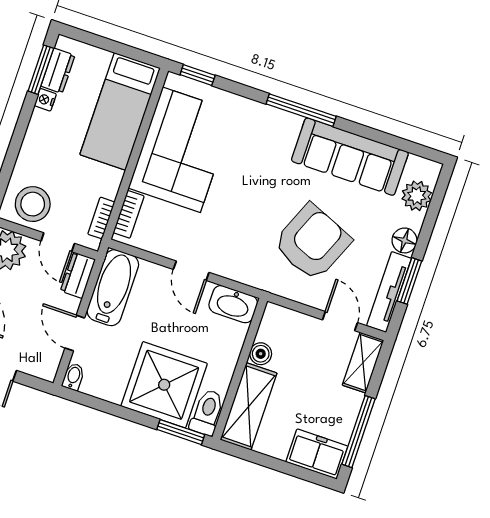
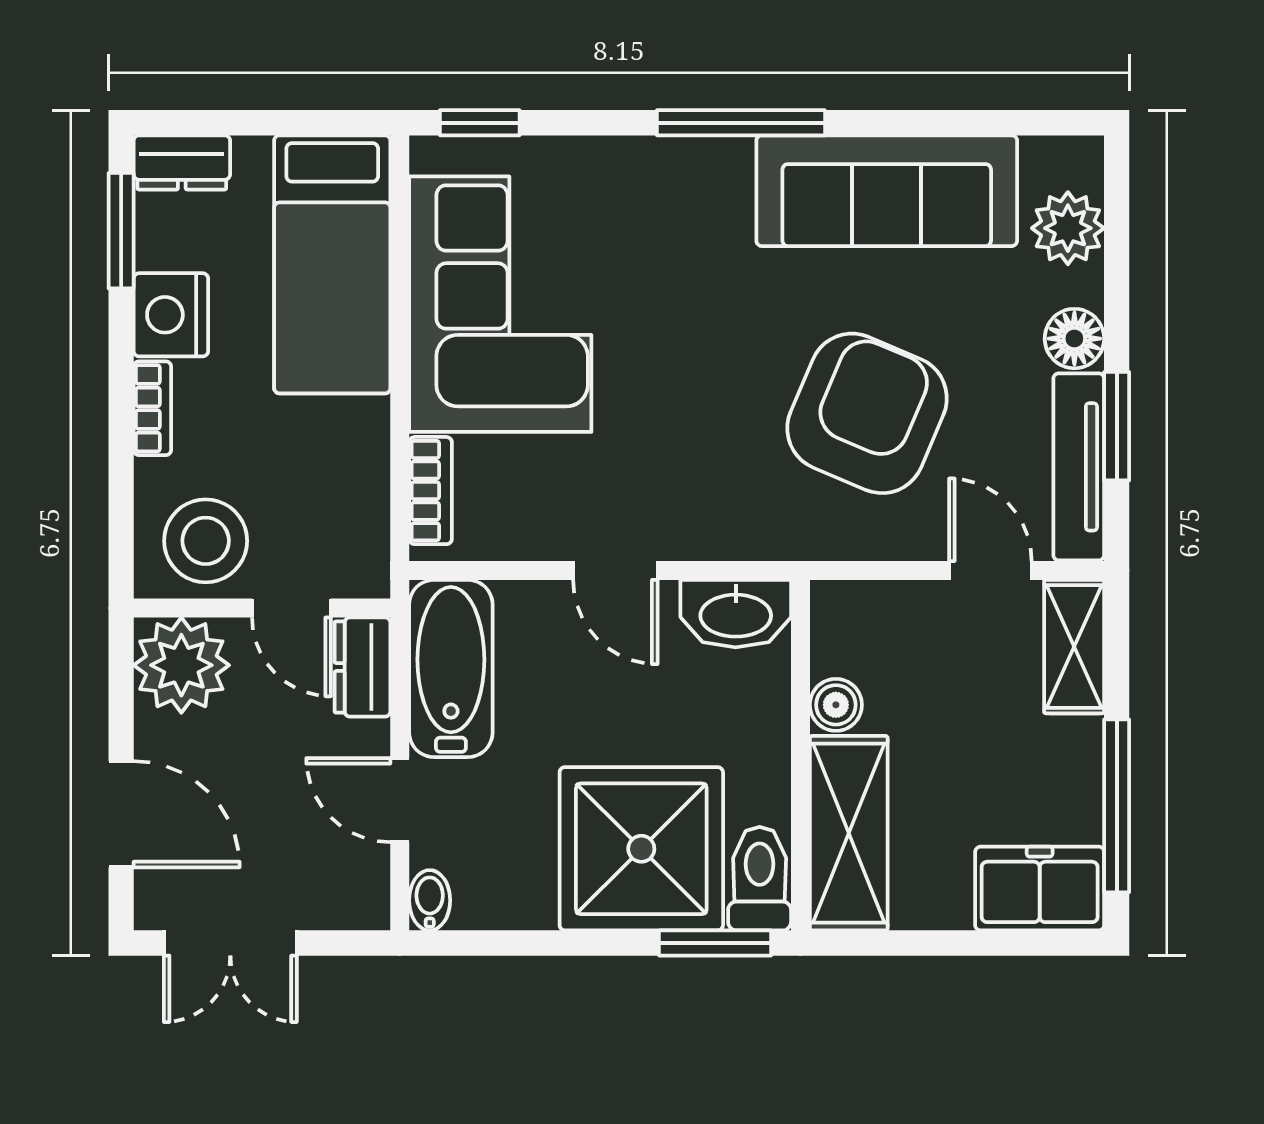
dresser: (58, 71) -> (182, 162), moved, turned 90
nightstand: (45, 100) -> (171, 315), width x1.89, depth x1.79
bookcase: (101, 218) -> (152, 408), moved, turned 180

